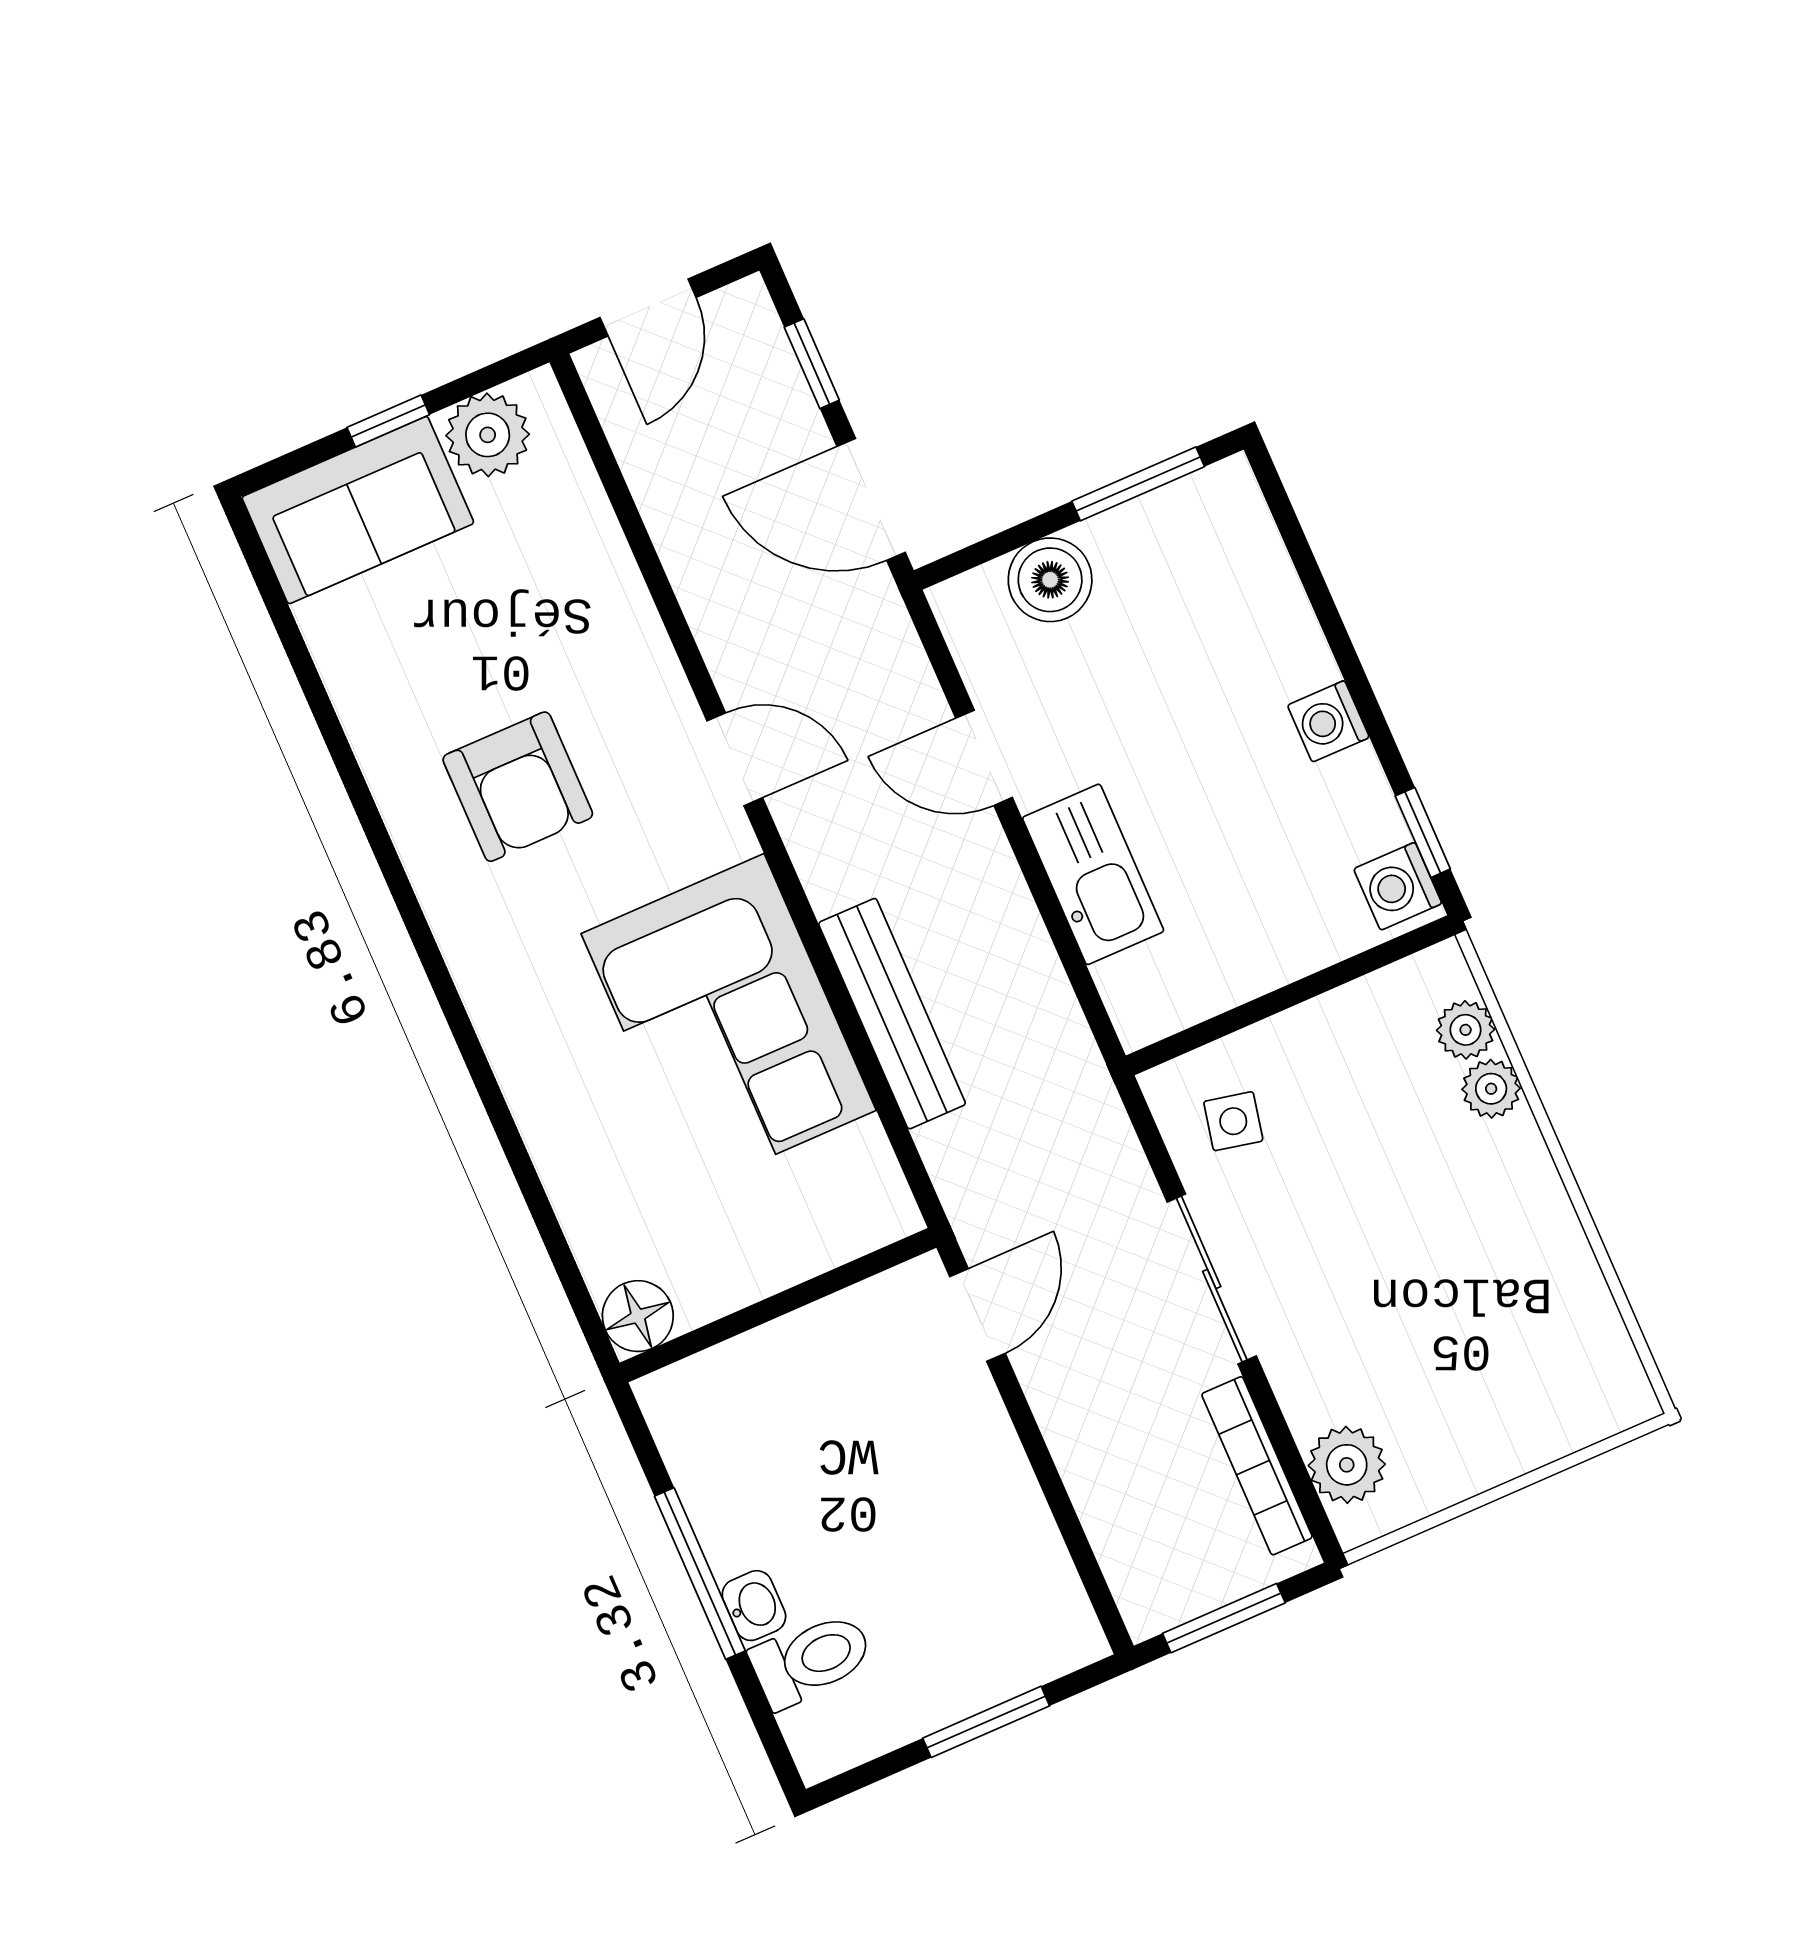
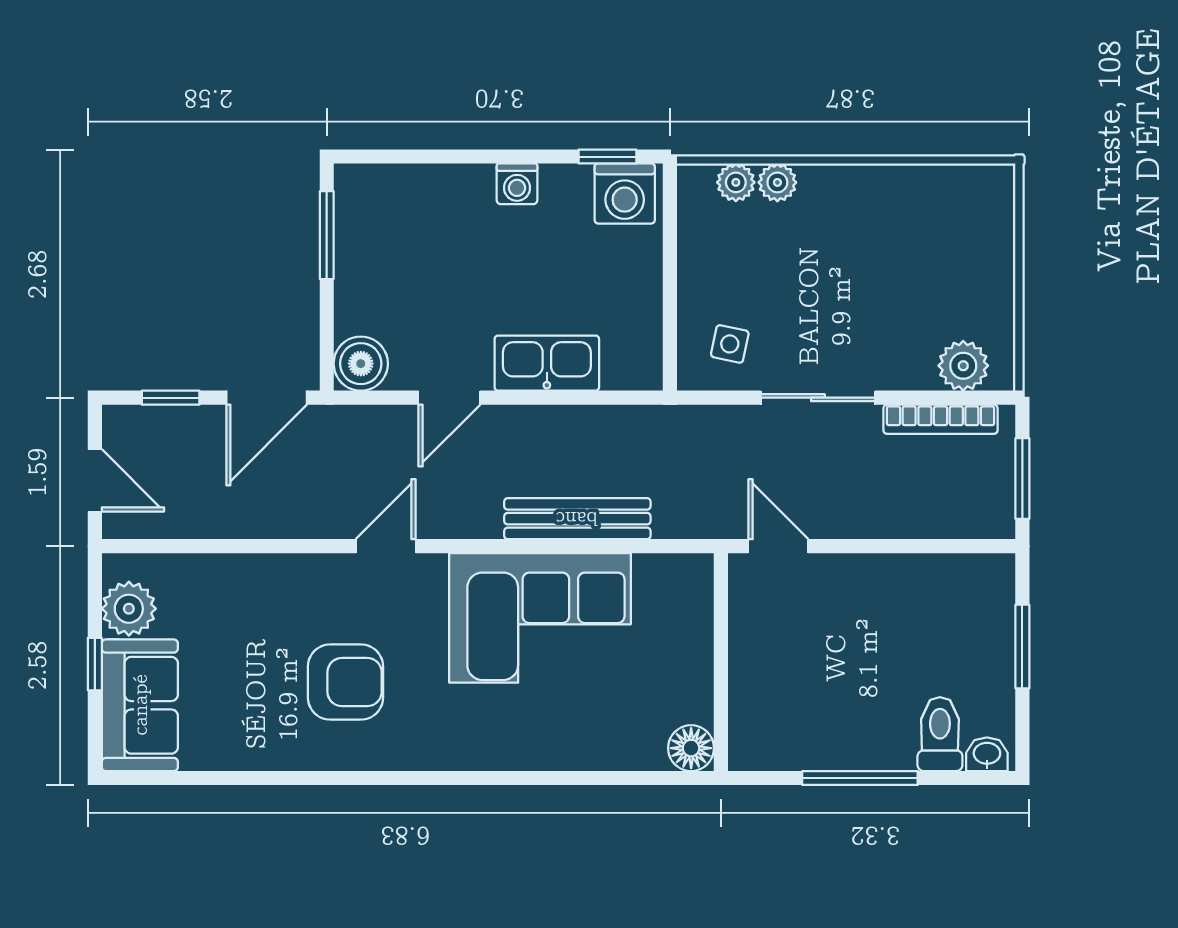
boiler: (1050, 580) -> (361, 364), moved
washing machine: (1398, 886) -> (625, 194), width x1.38, depth x1.38
washbasin: (754, 1606) -> (987, 754), moved

